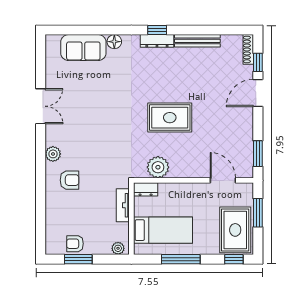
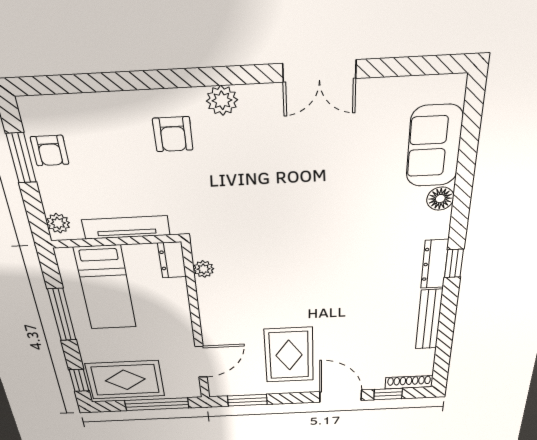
rug: (170, 118) -> (289, 355), moved
plant: (158, 167) -> (204, 269), width x0.53, depth x0.53
tv unit: (123, 205) -> (126, 227), width x1.41
window: (258, 213) -> (157, 404), width x1.44
armchair: (75, 244) -> (50, 151), turned 180

